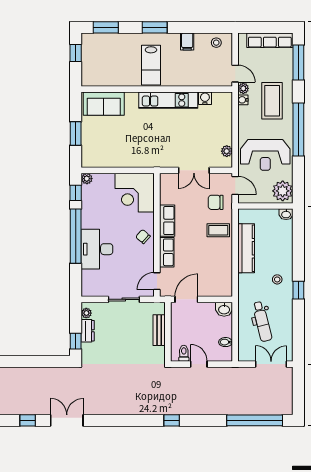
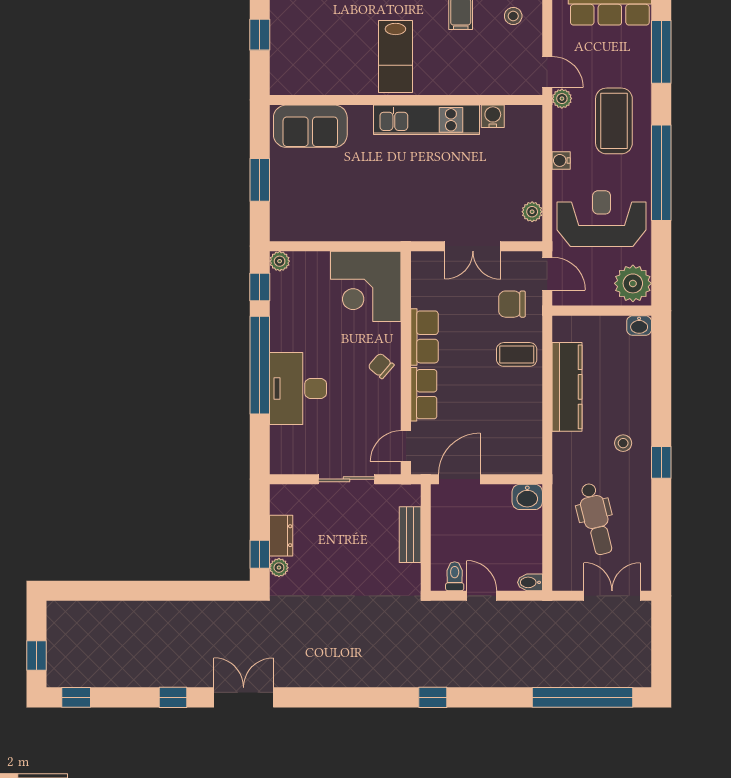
water cooler: (243, 100) -> (561, 160), moved
reception desk: (265, 155) -> (602, 219), turned 180
plant: (86, 313) -> (279, 568), moved
bidet: (226, 342) -> (530, 582), moved

